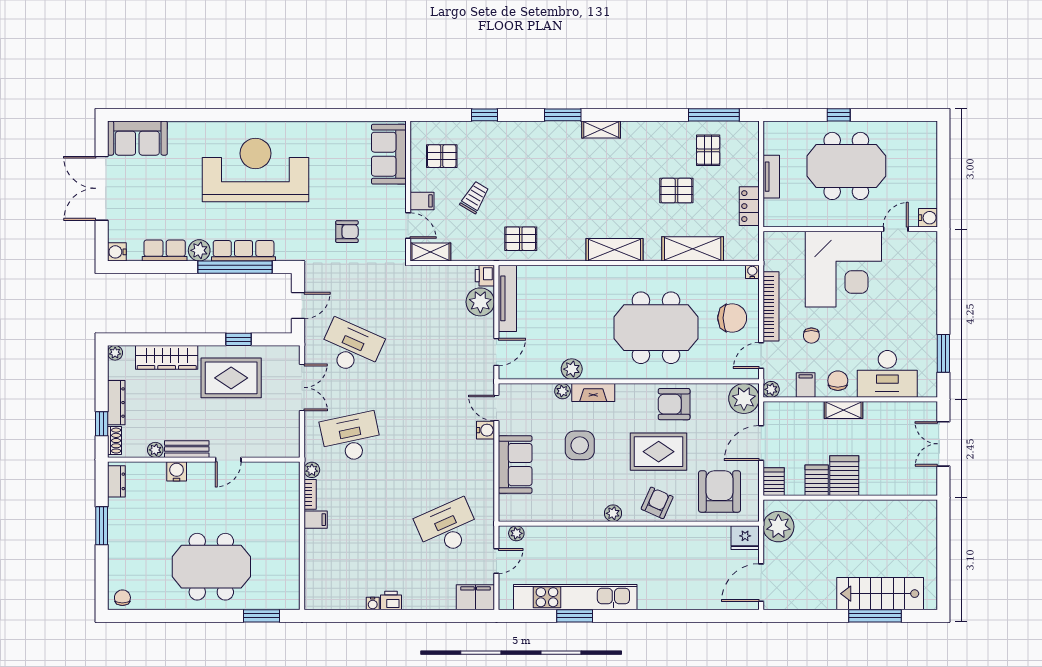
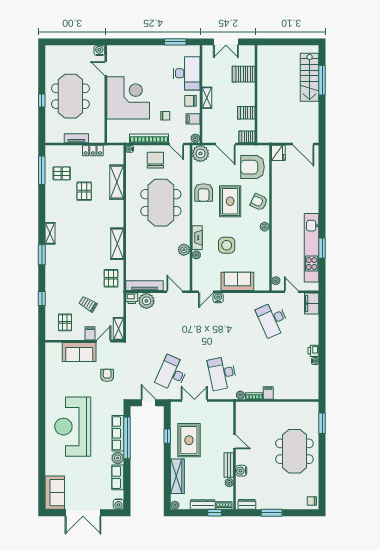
sofa: (389, 154) -> (79, 352), moved
shelving: (615, 250) -> (117, 244), moved
server rack: (844, 476) -> (244, 74), moved
plant: (778, 527) -> (272, 134), removed

